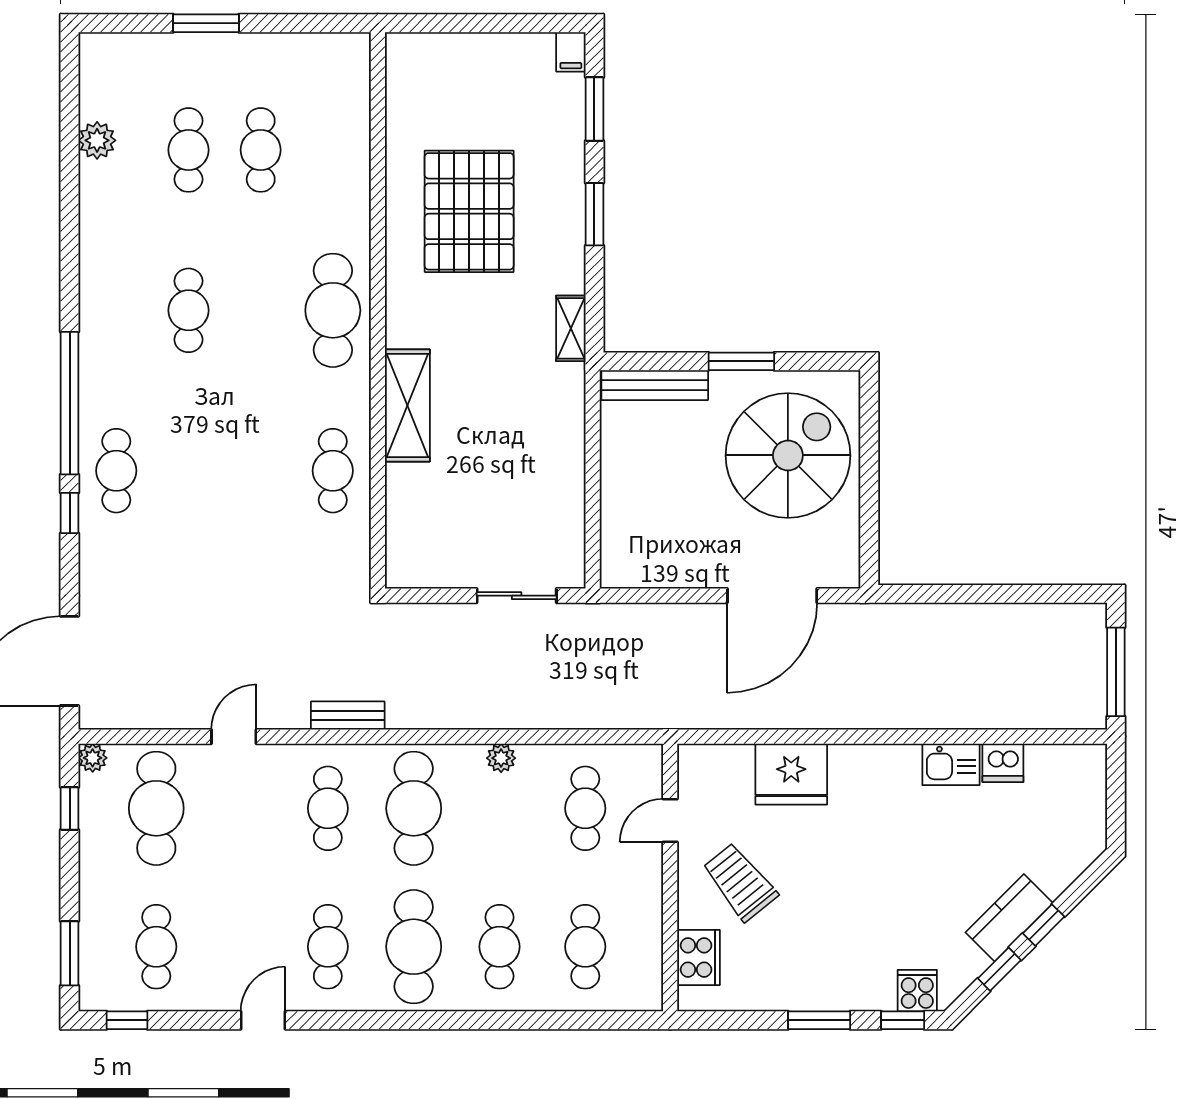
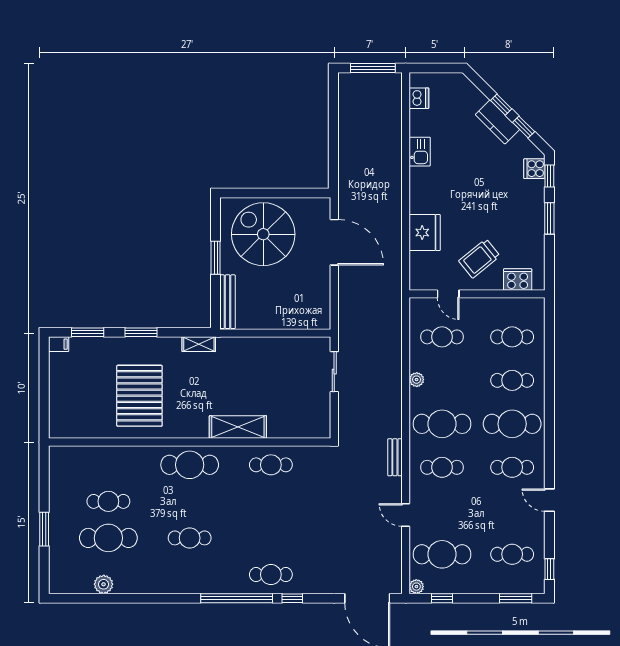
cafe table: (188, 150) -> (108, 538), width x1.37, depth x1.35
pallet: (469, 211) -> (139, 396), turned 90
dishwasher: (1003, 763) -> (419, 98), moved

